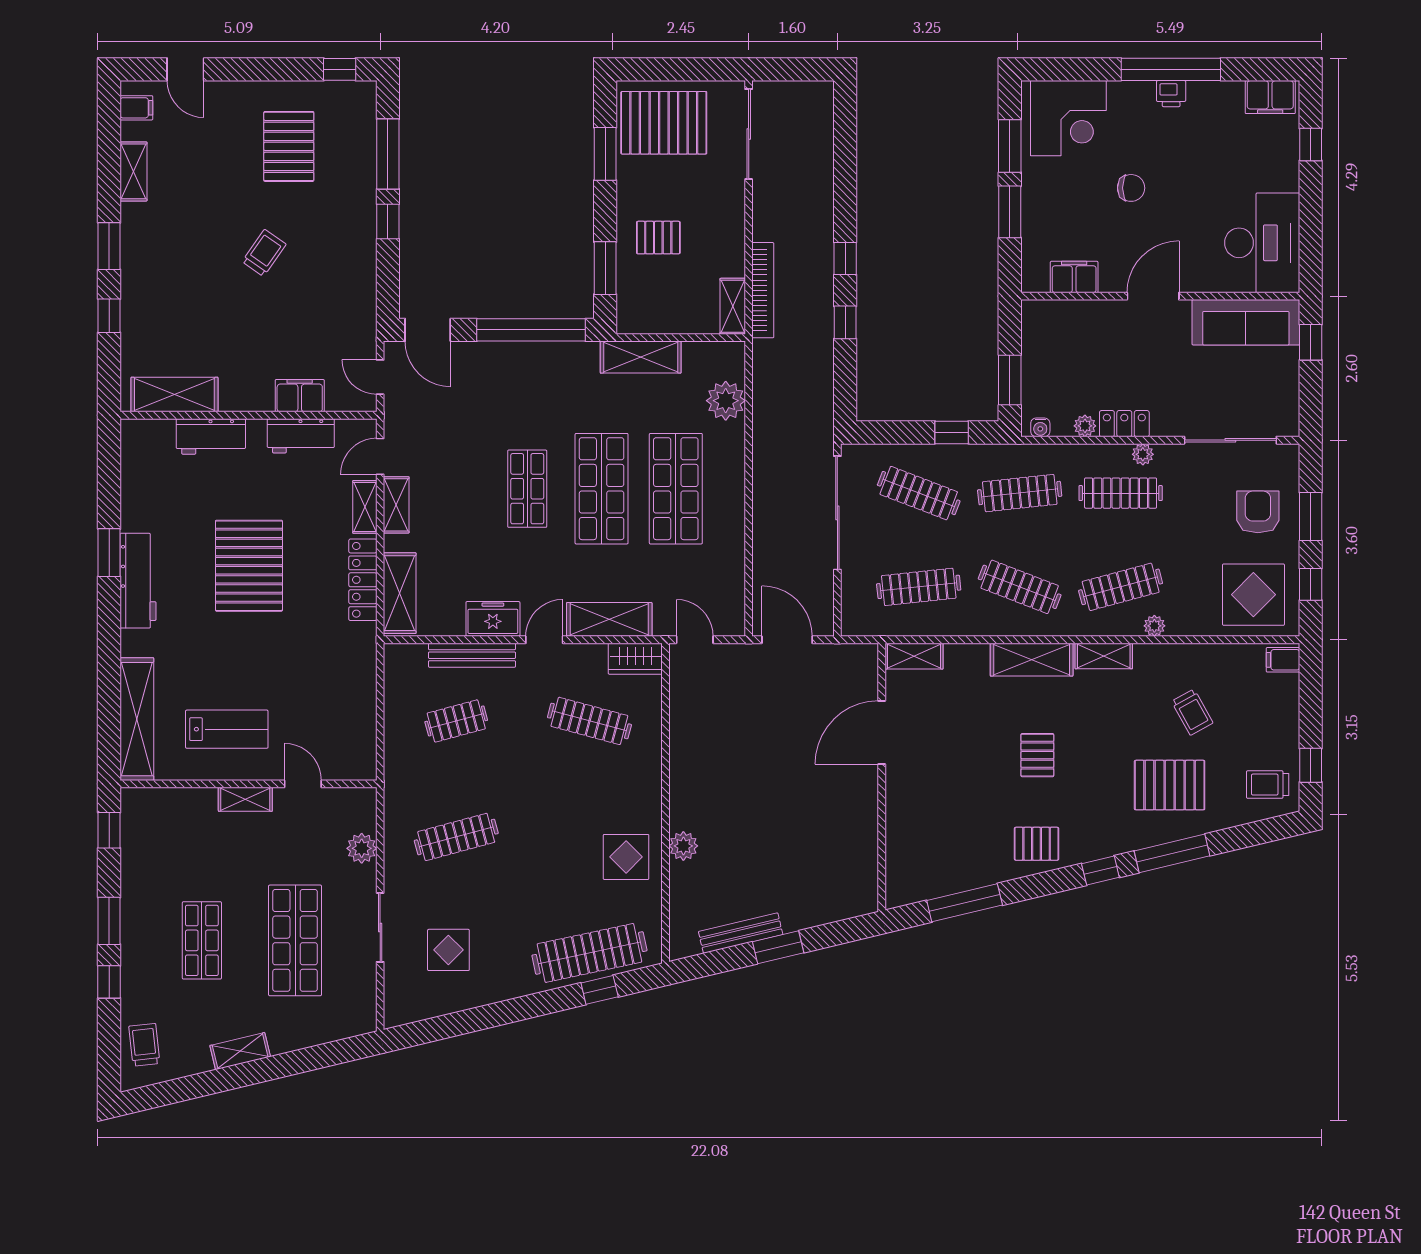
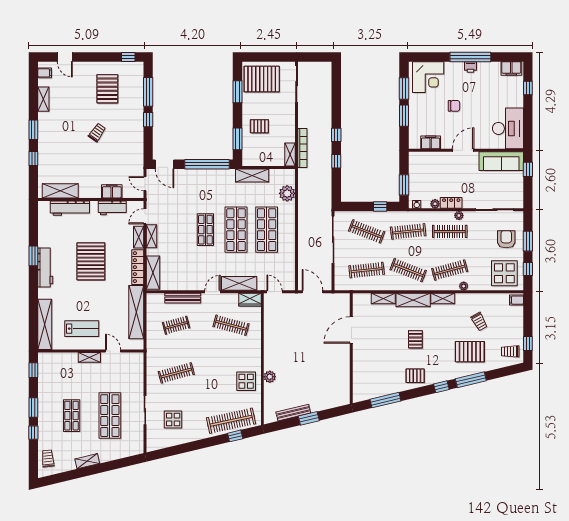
workbench: (211, 436) -> (70, 208), width x1.38
freezer: (493, 619) -> (191, 283), removed
shelving: (914, 656) -> (383, 299), moved
shelving: (359, 689) -> (136, 312), added
plant: (362, 848) -> (137, 378), removed

